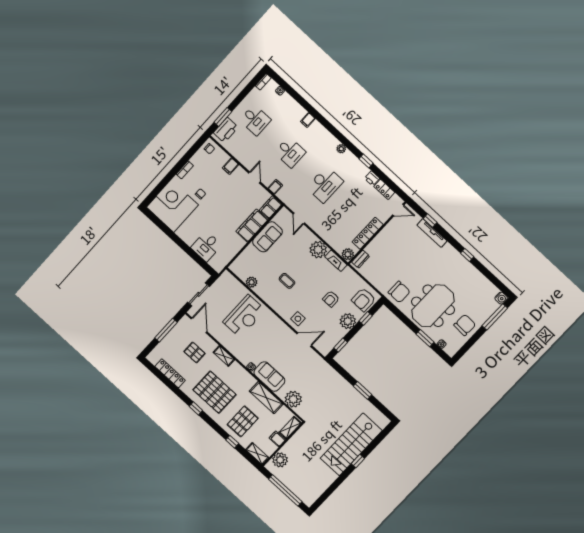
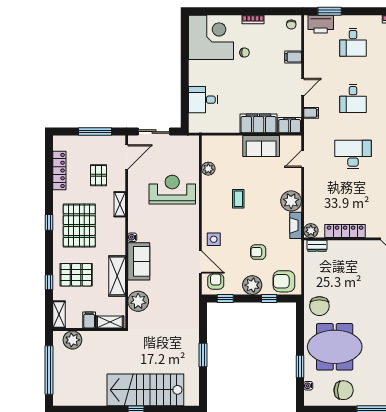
desk: (325, 184) -> (353, 154), turned 180
reception desk: (244, 316) -> (172, 190), turned 180
armchair: (325, 341) -> (216, 281), added

